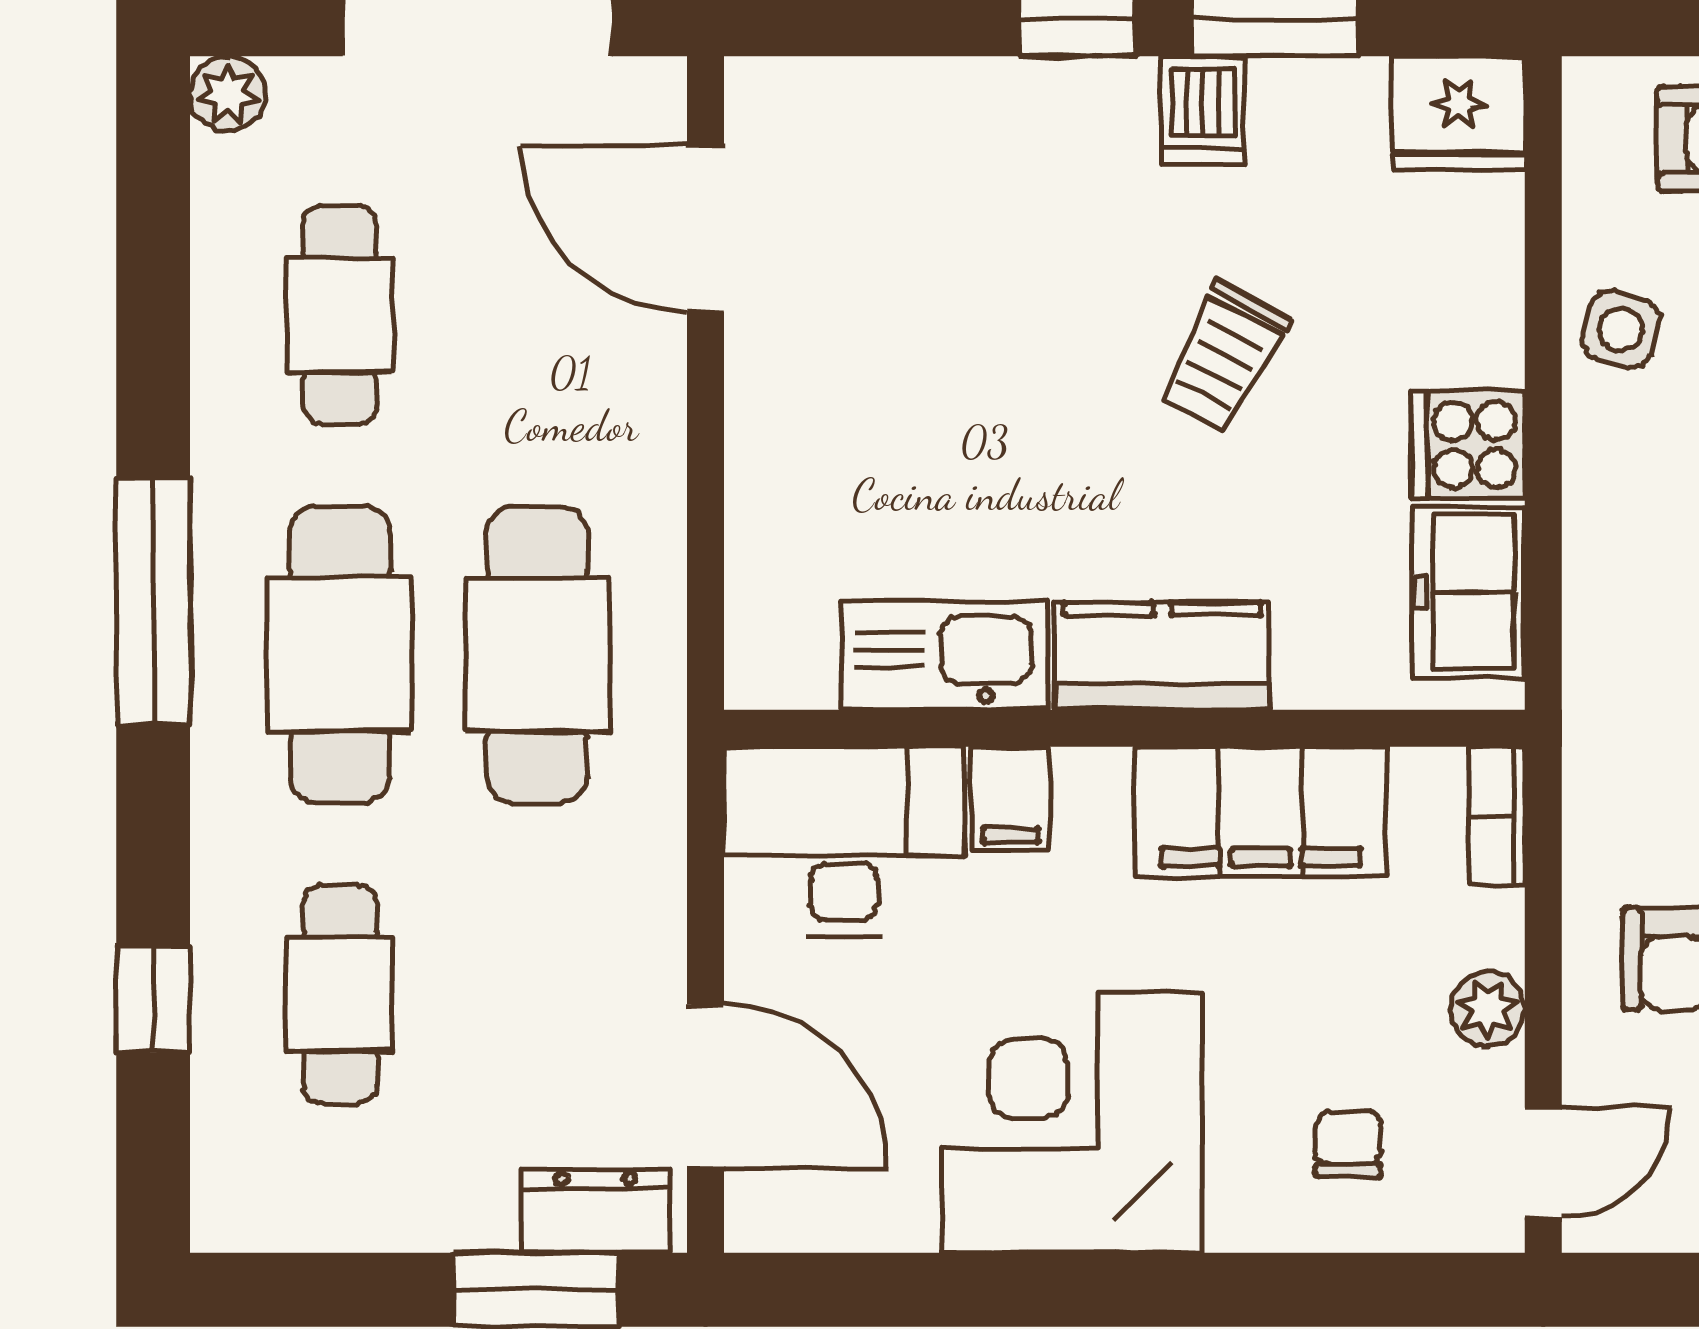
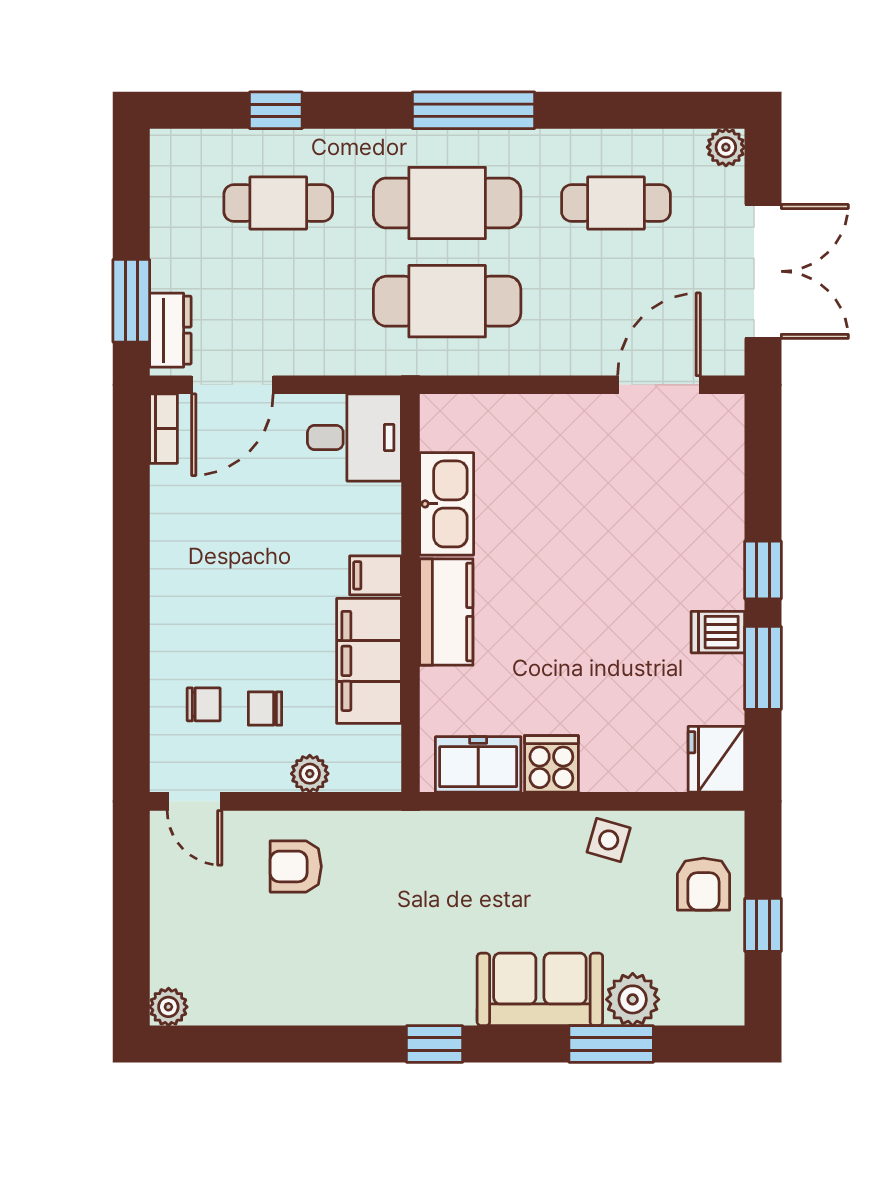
trolley: (1223, 357) -> (595, 642), removed
filing cabinet: (1011, 799) -> (375, 575), moved
bookcase: (1497, 816) -> (163, 429), moved, turned 90
desk: (844, 841) -> (354, 438), width x0.73
plant: (1487, 1009) -> (310, 774), moved
chair: (1356, 1021) -> (265, 708), added
corner desk: (1072, 1123) -> (214, 567), removed

